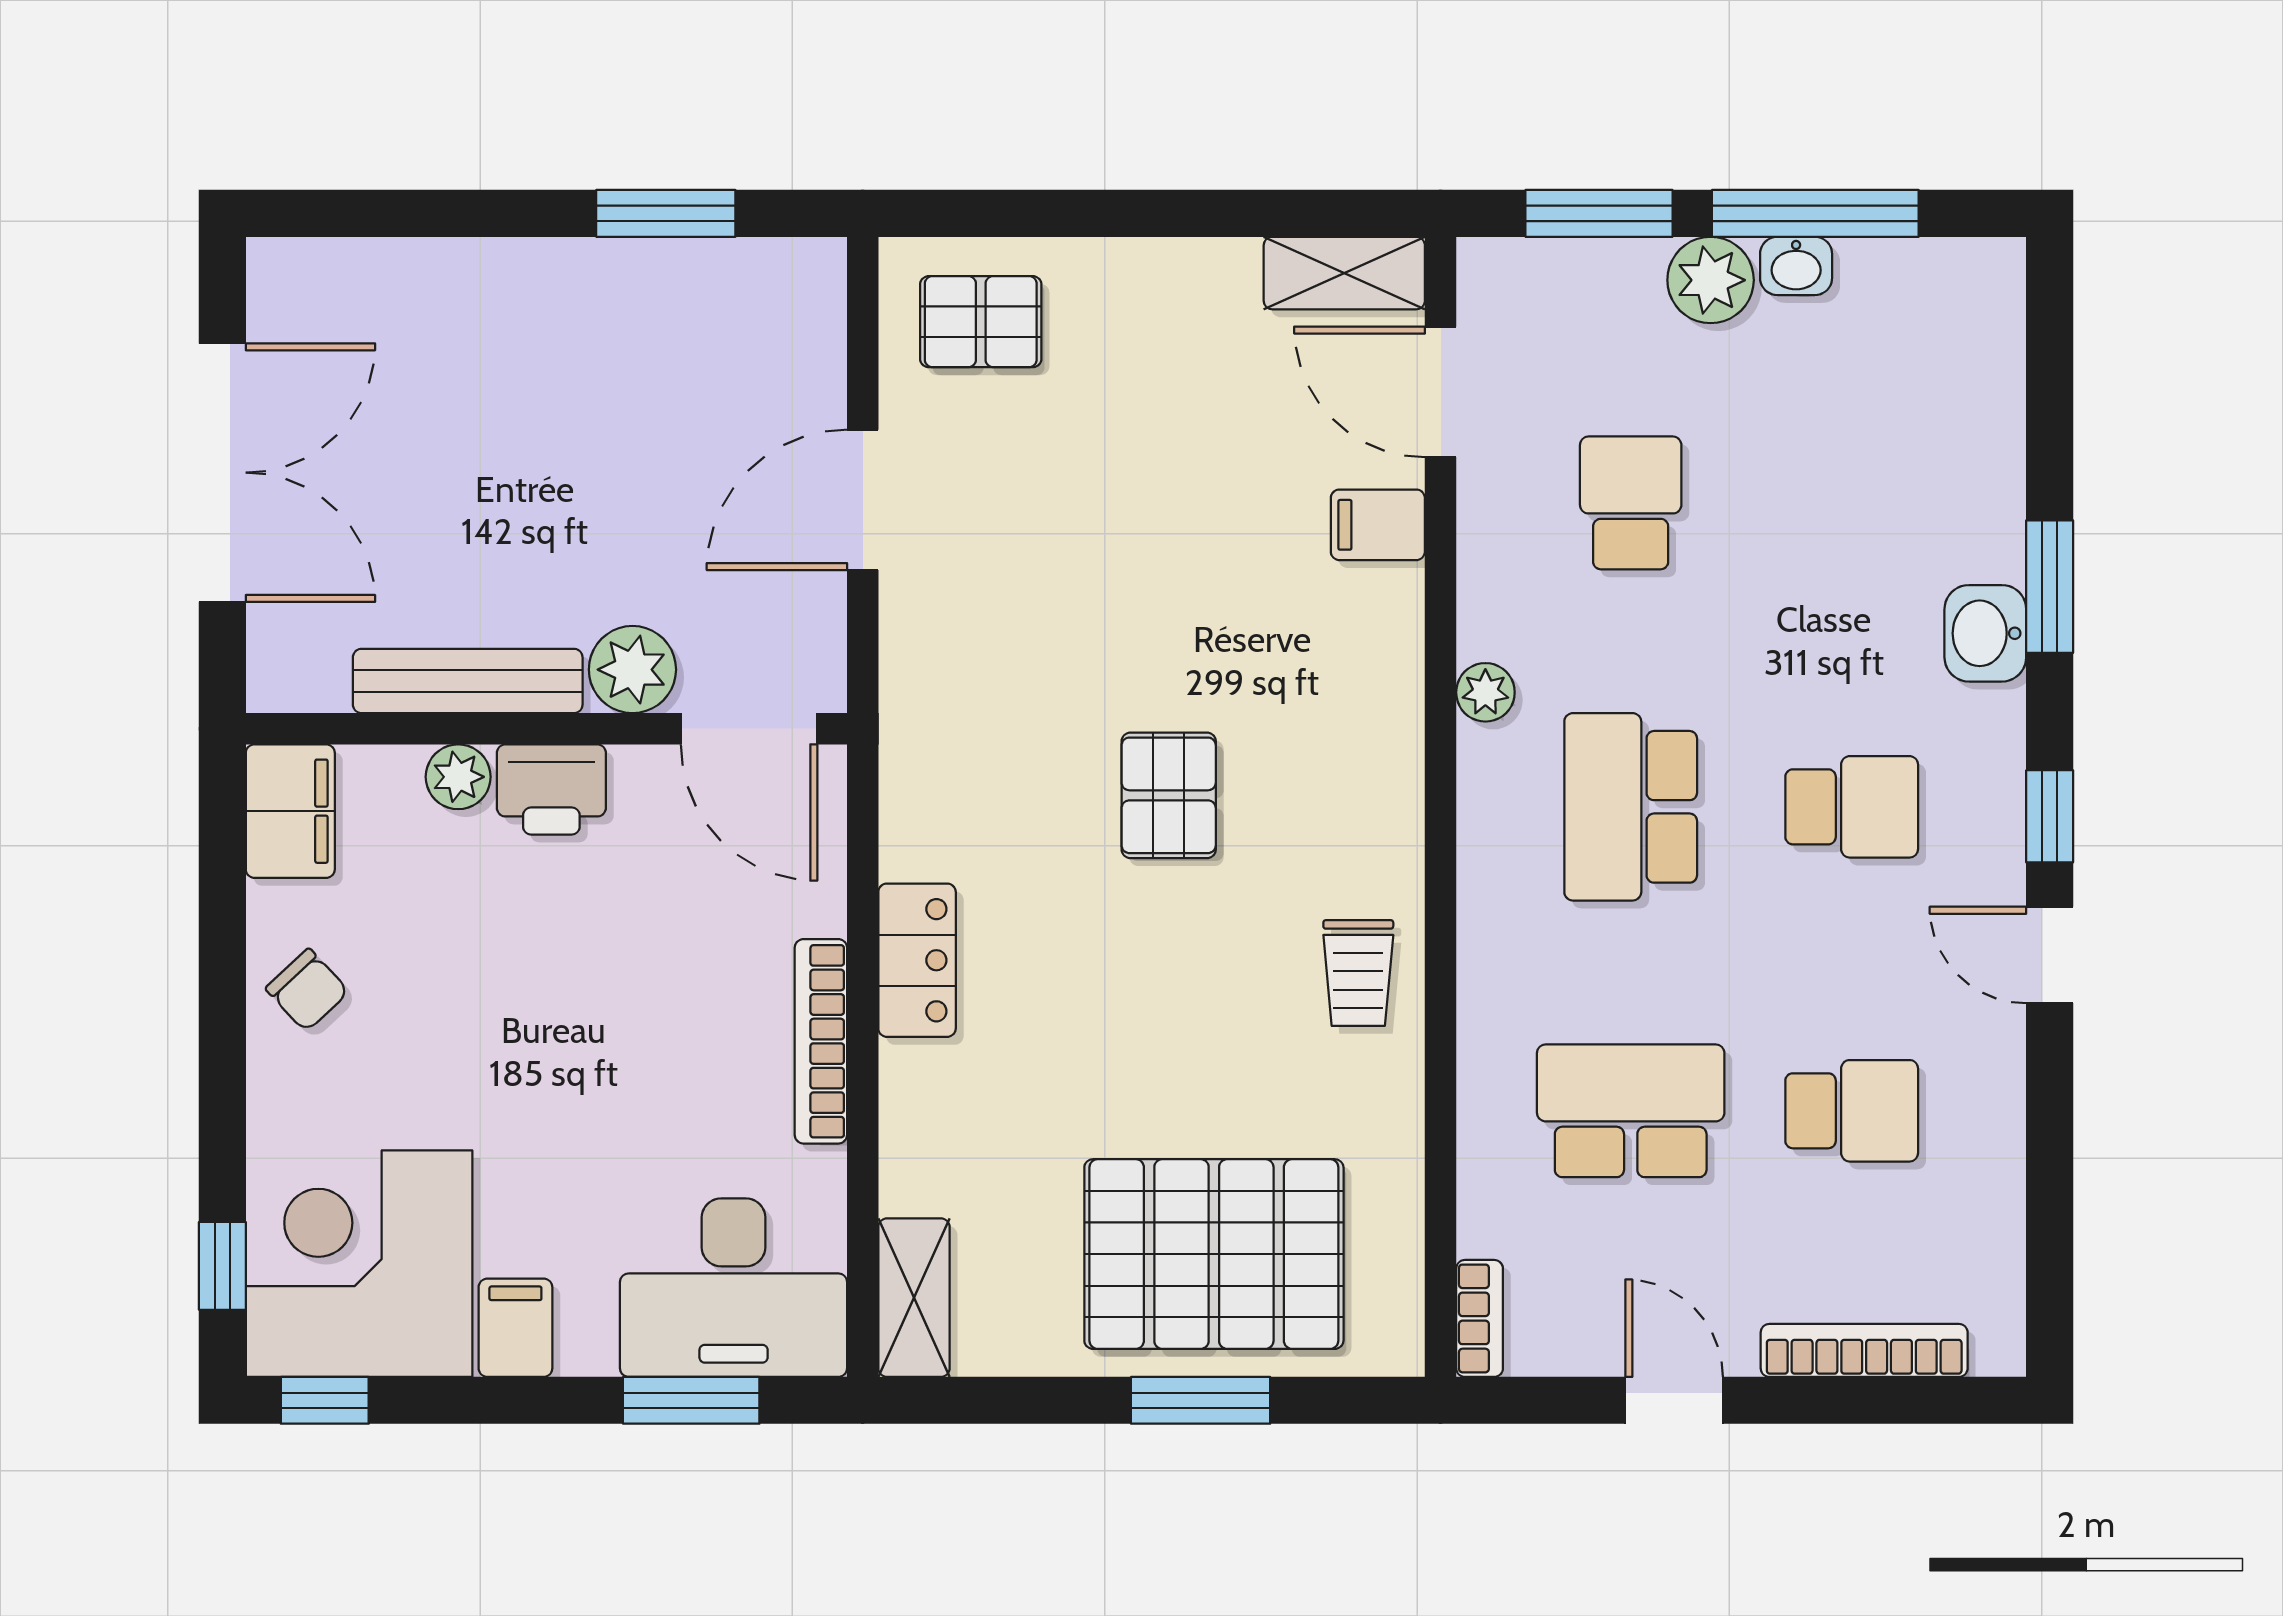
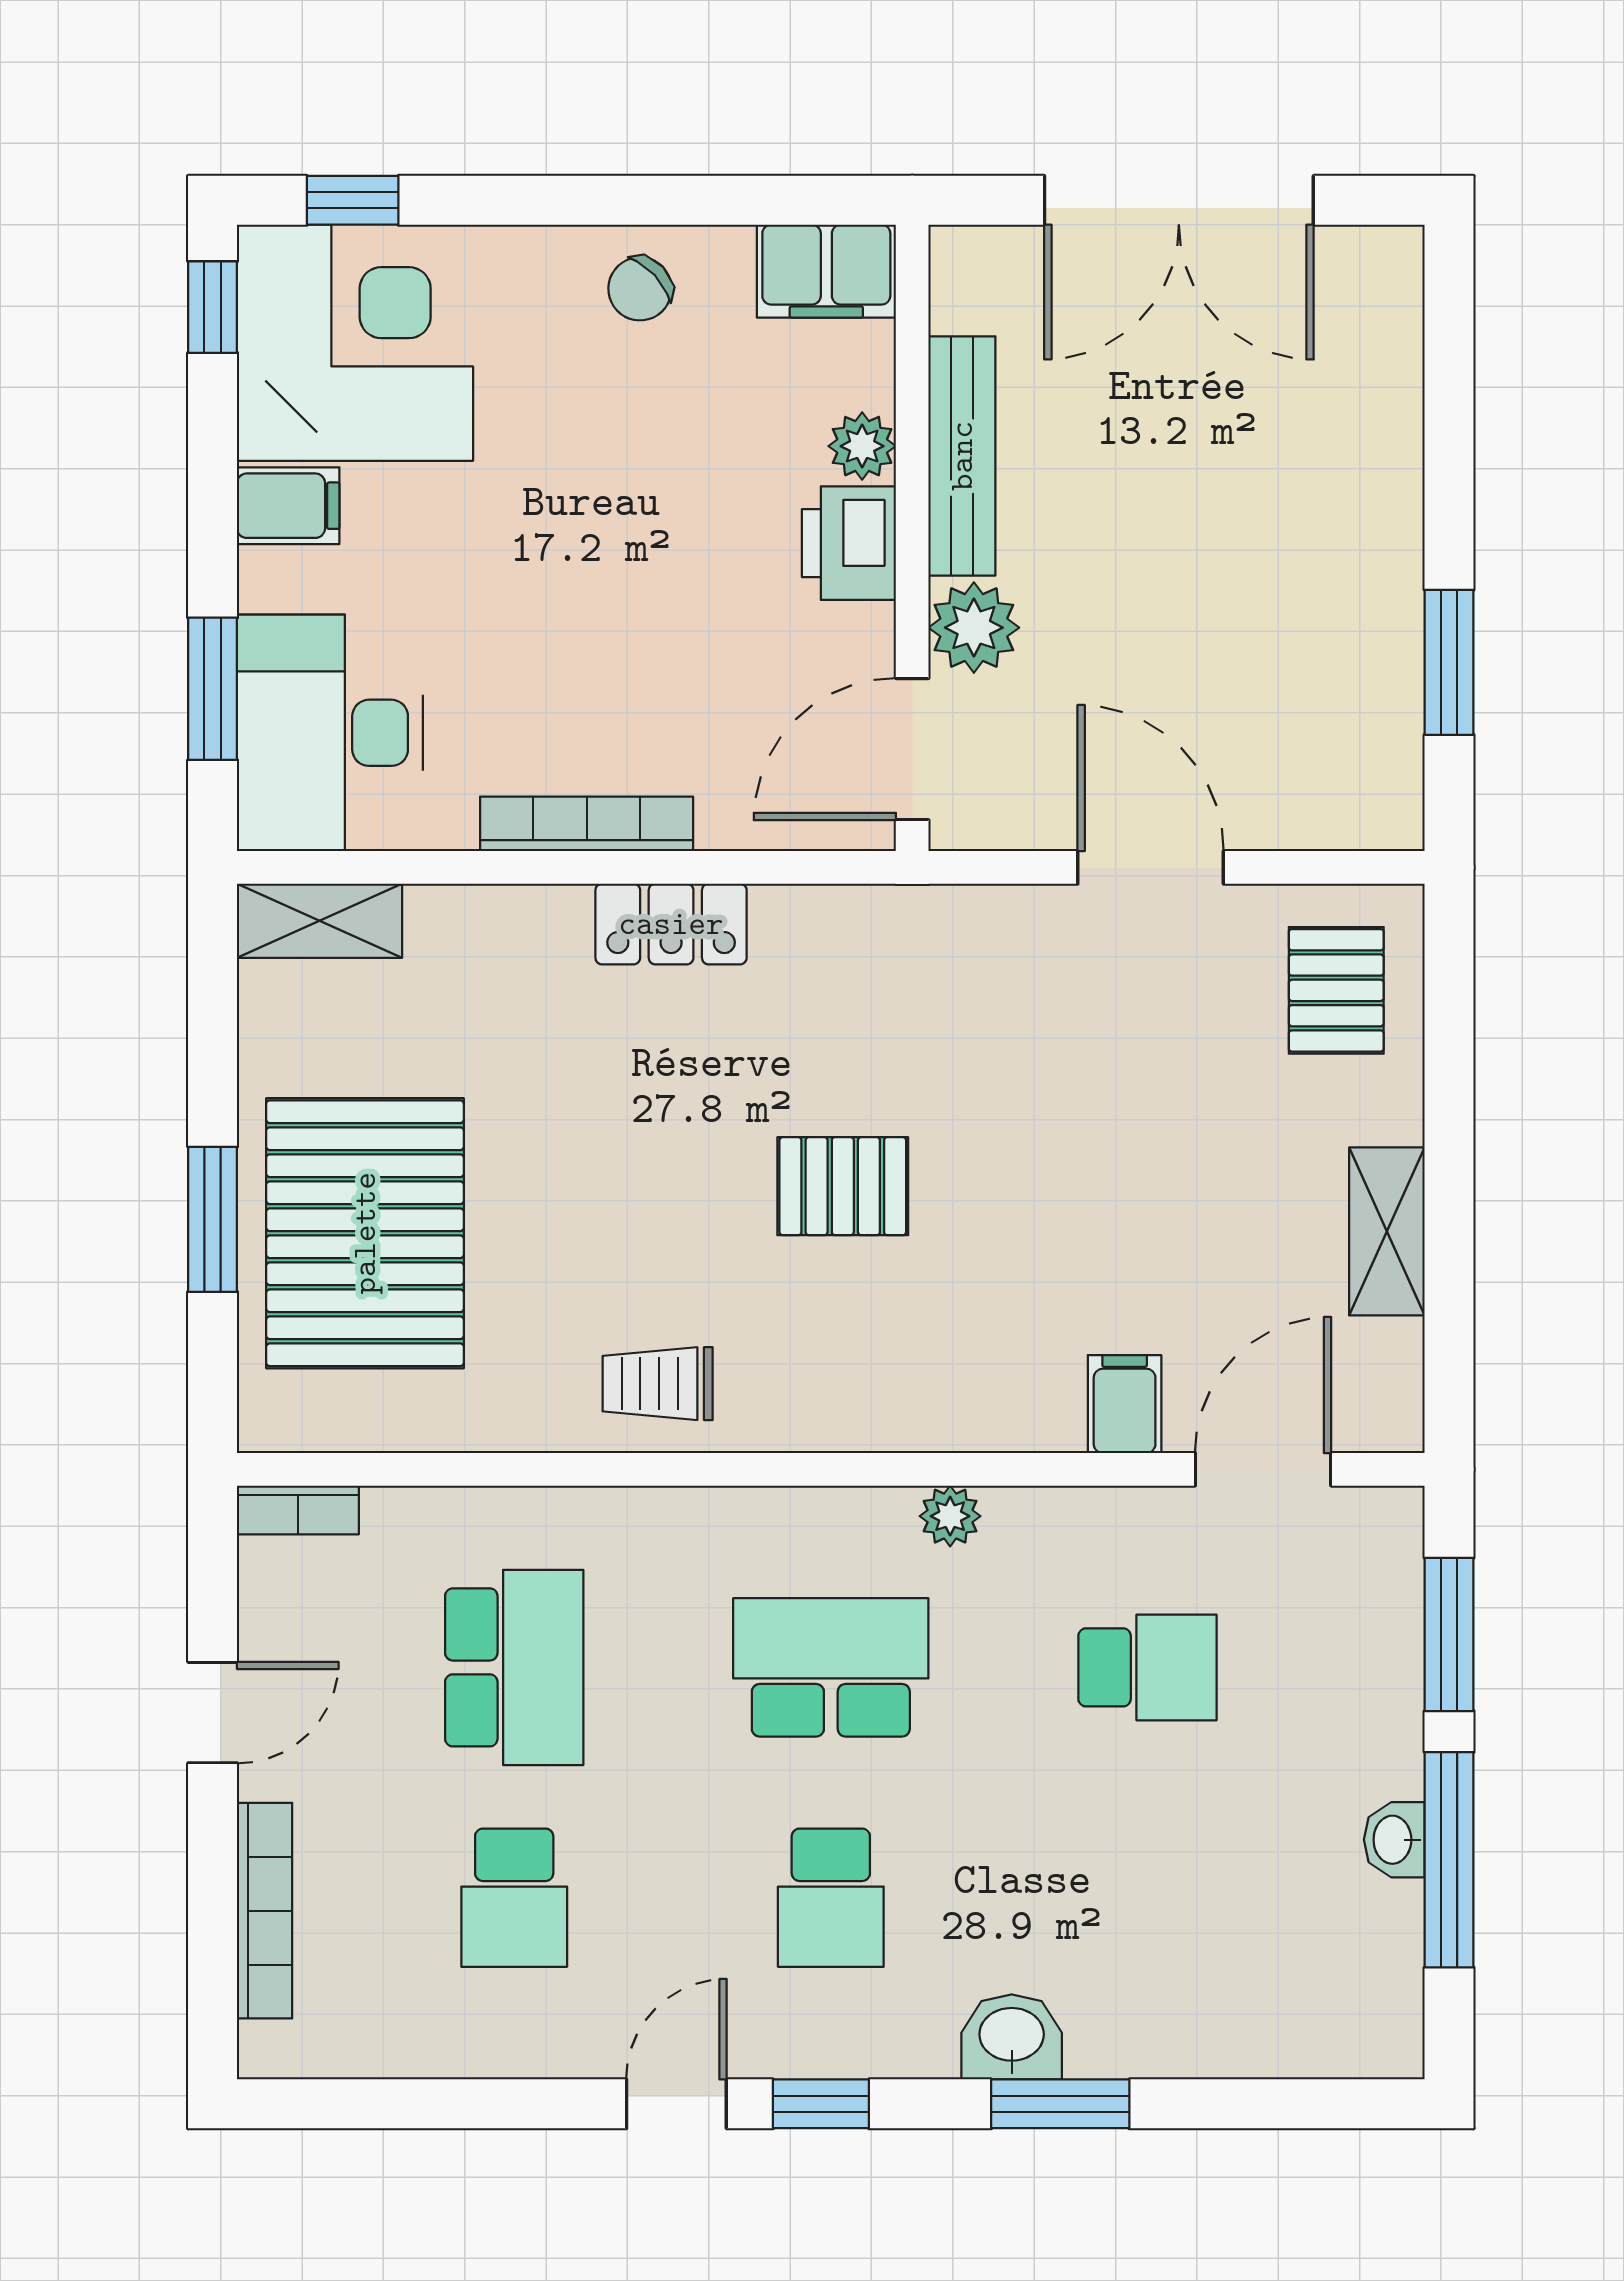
shelving: (1344, 273) -> (1387, 1231), moved
plant: (1711, 280) -> (1380, 1751), removed

